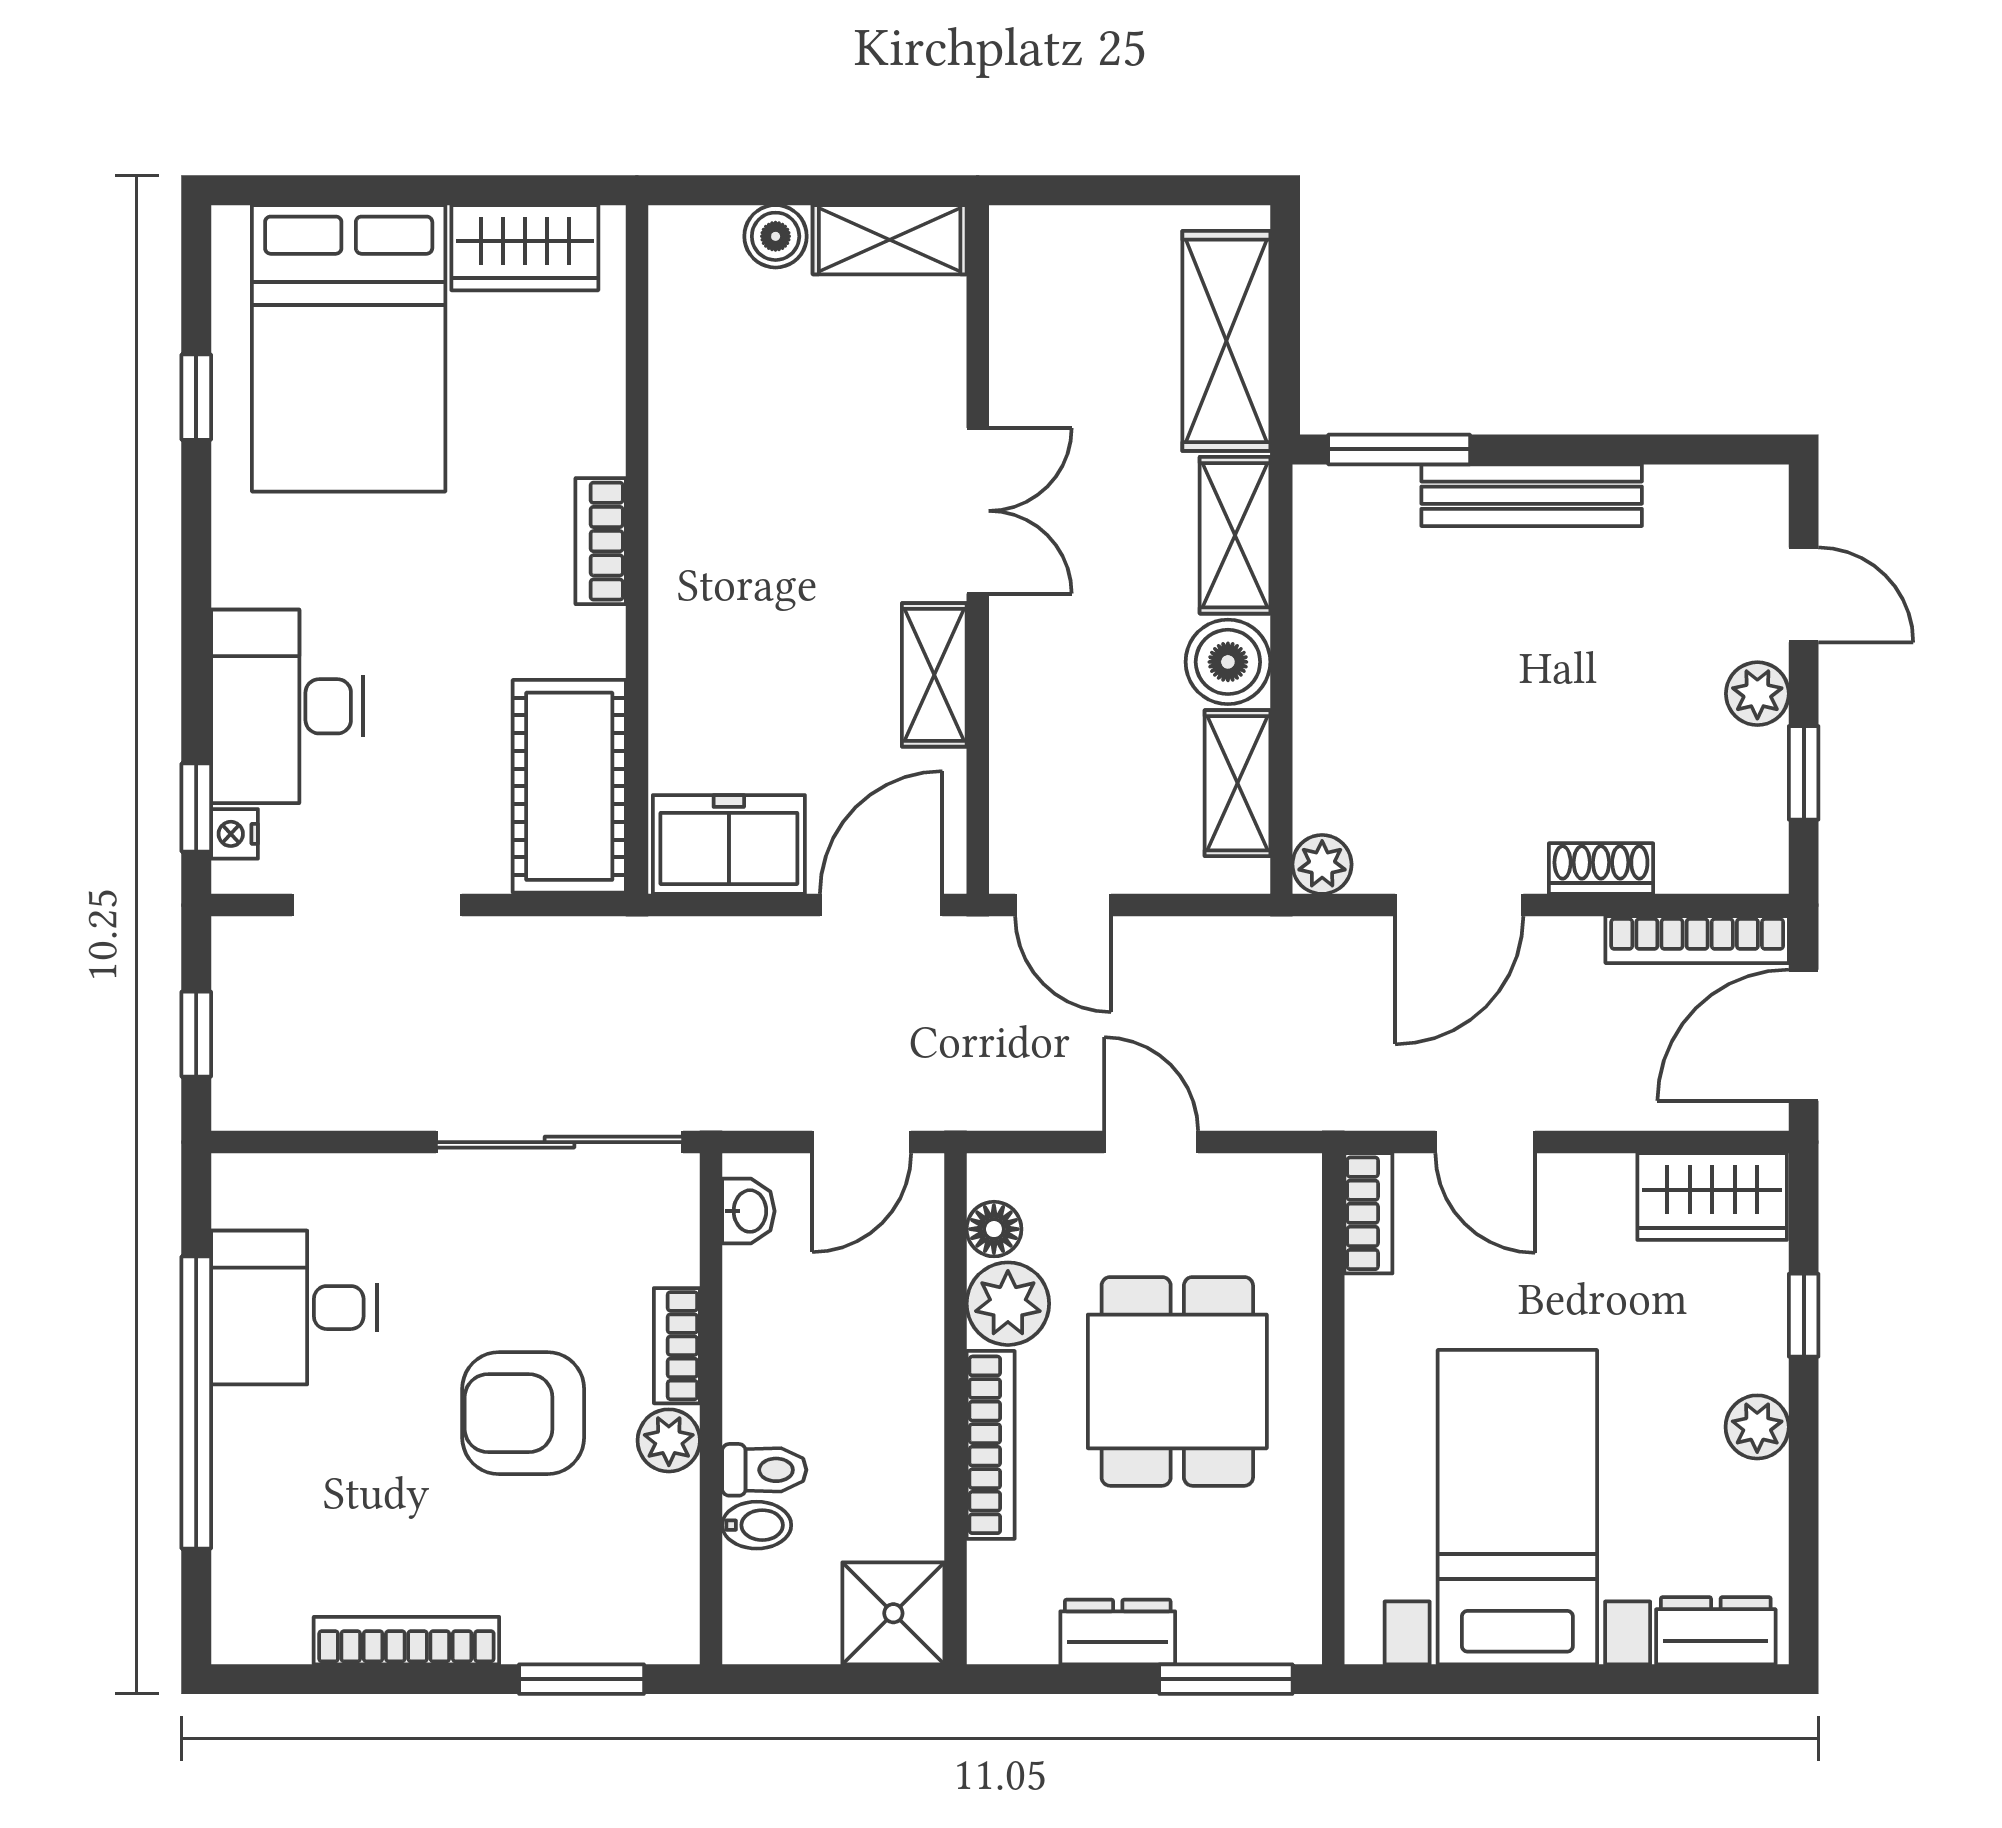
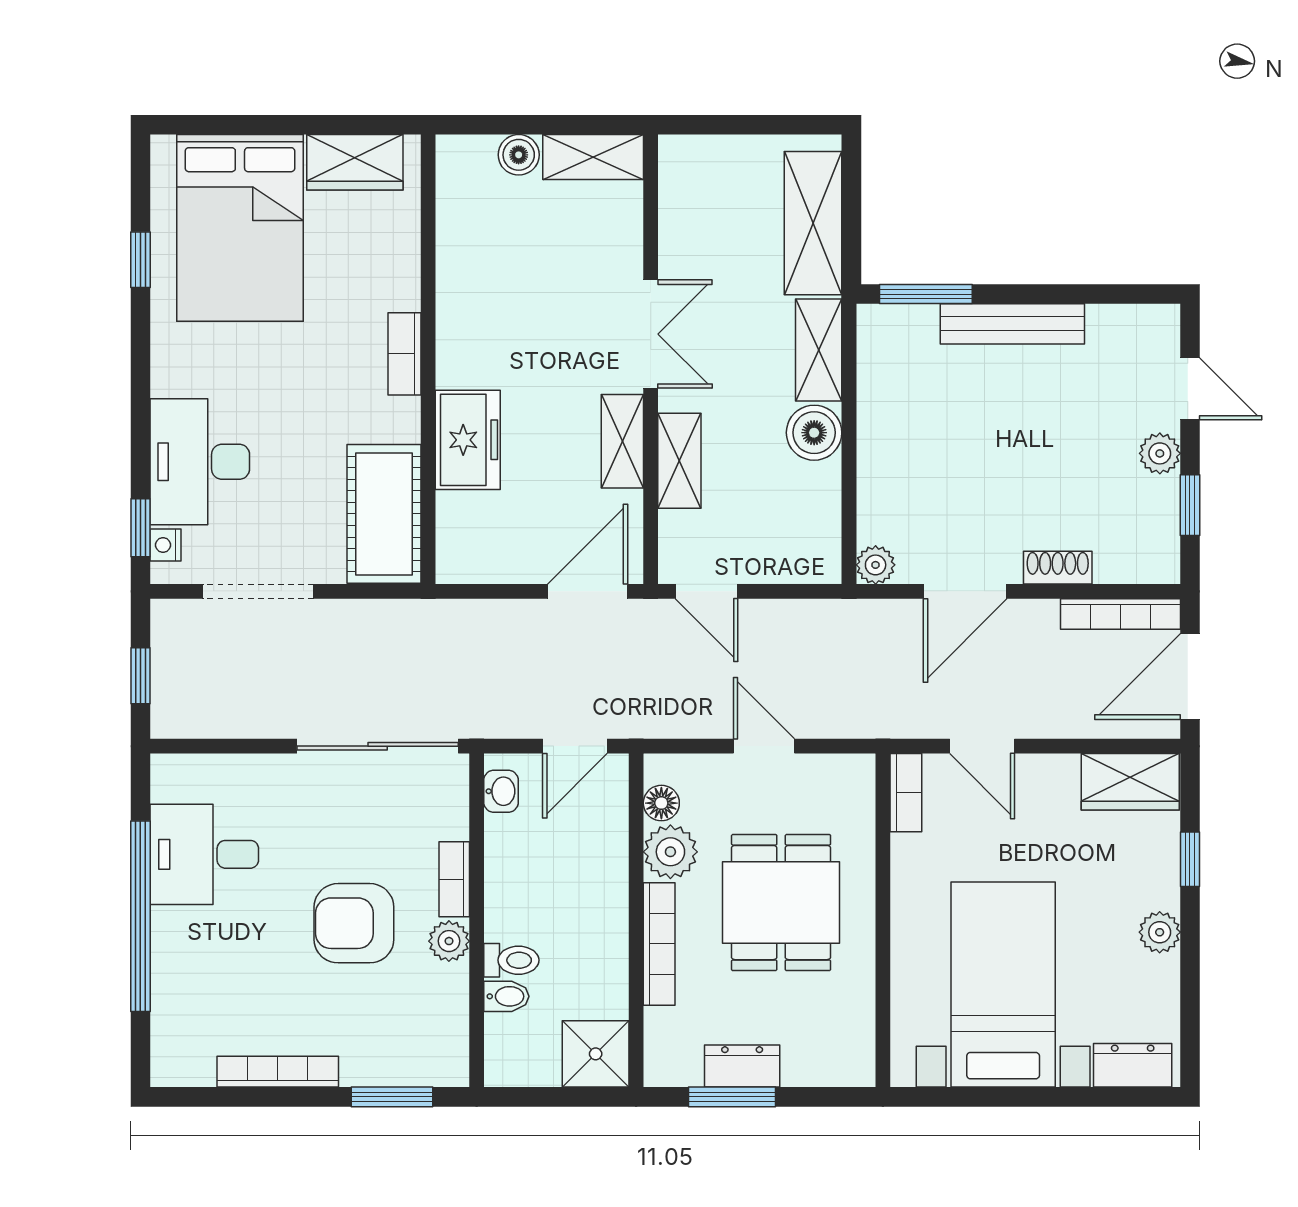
shelving: (1237, 783) -> (679, 461), moved
freezer: (729, 844) -> (468, 440), moved, turned 90
window: (1226, 1679) -> (732, 1097), moved

